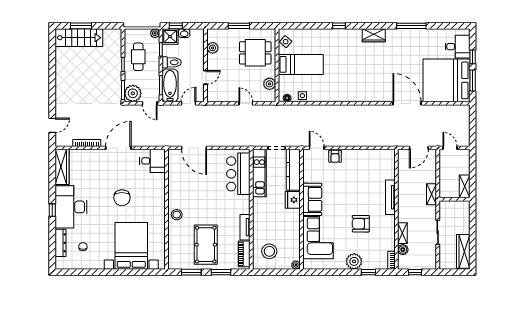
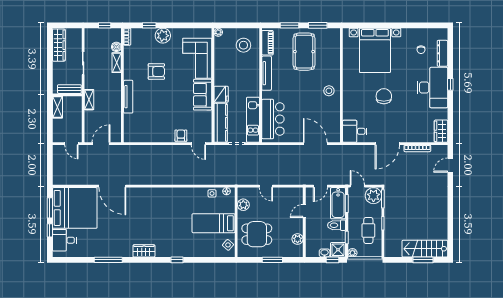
wardrobe: (62, 167) -> (441, 131), width x0.67
bench: (452, 205) -> (69, 89), added
stool: (177, 215) -> (329, 91), moved
tv unit: (245, 227) -> (267, 73), width x1.41

